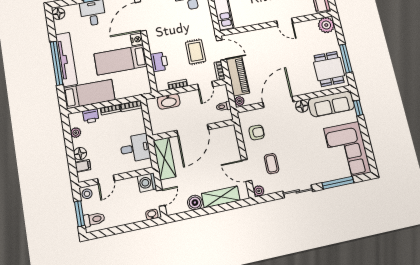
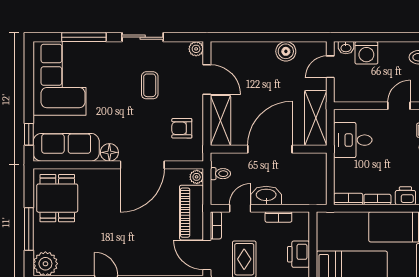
window: (346, 59) -> (29, 229), moved
washbasin: (169, 101) -> (266, 195), moved
coffee table: (272, 164) -> (150, 85), moved
washing machine: (147, 182) -> (366, 53), moved, turned 90
shelving: (221, 197) -> (220, 120), moved, turned 90

